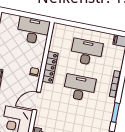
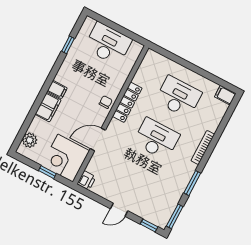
desk: (33, 31) -> (108, 44), moved

